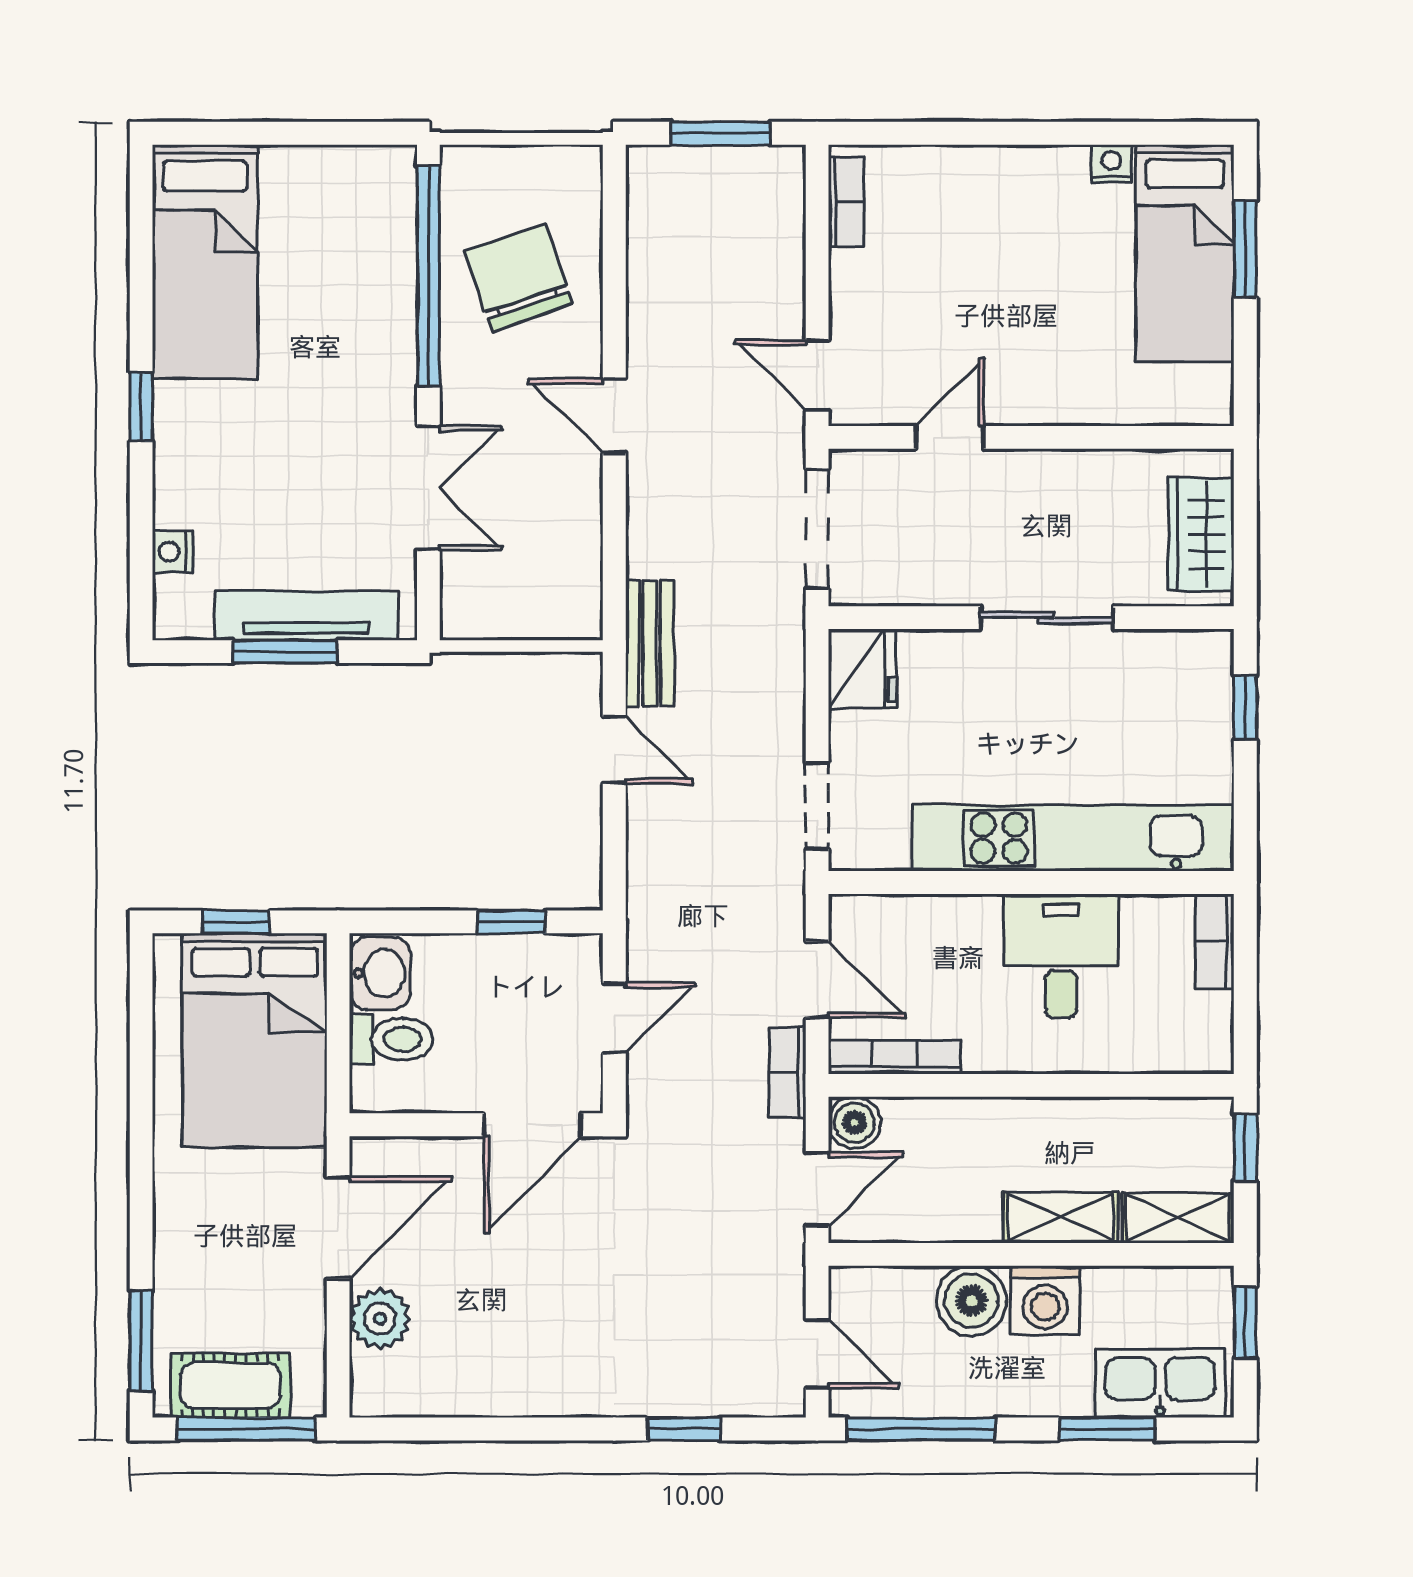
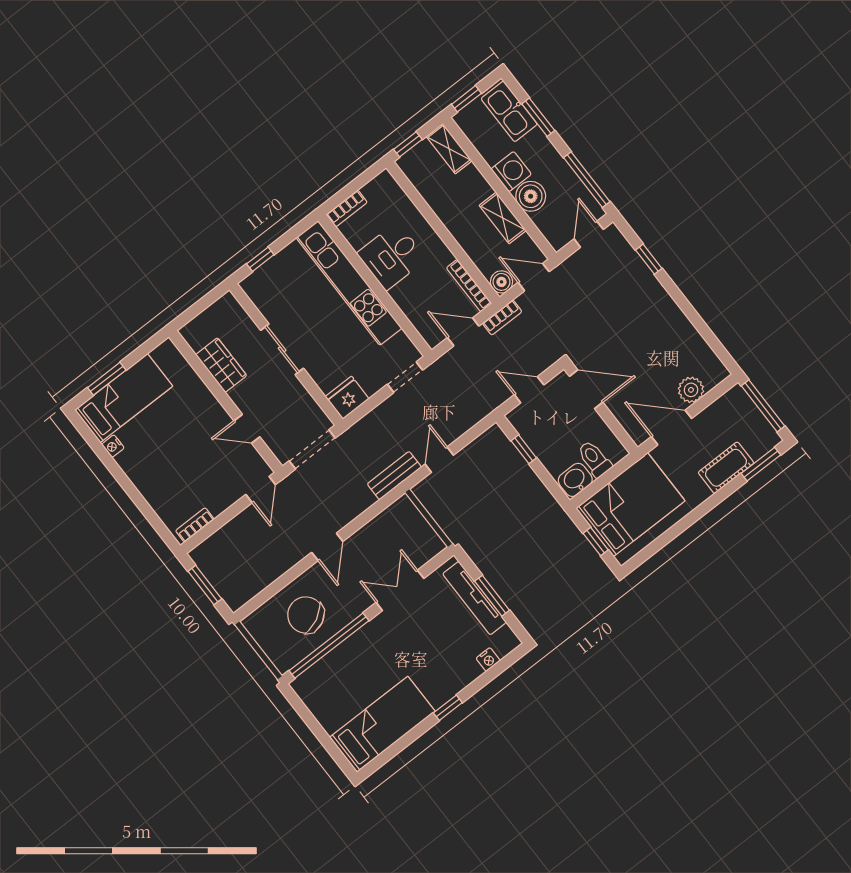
chair: (519, 278) -> (306, 615), turned 82
wardrobe: (1201, 534) -> (221, 365), moved, turned -90
door: (817, 979) -> (463, 332), hinge flipped
shelving: (1060, 1217) -> (503, 218), moved
cot: (230, 1385) -> (726, 468), moved, turned 90

